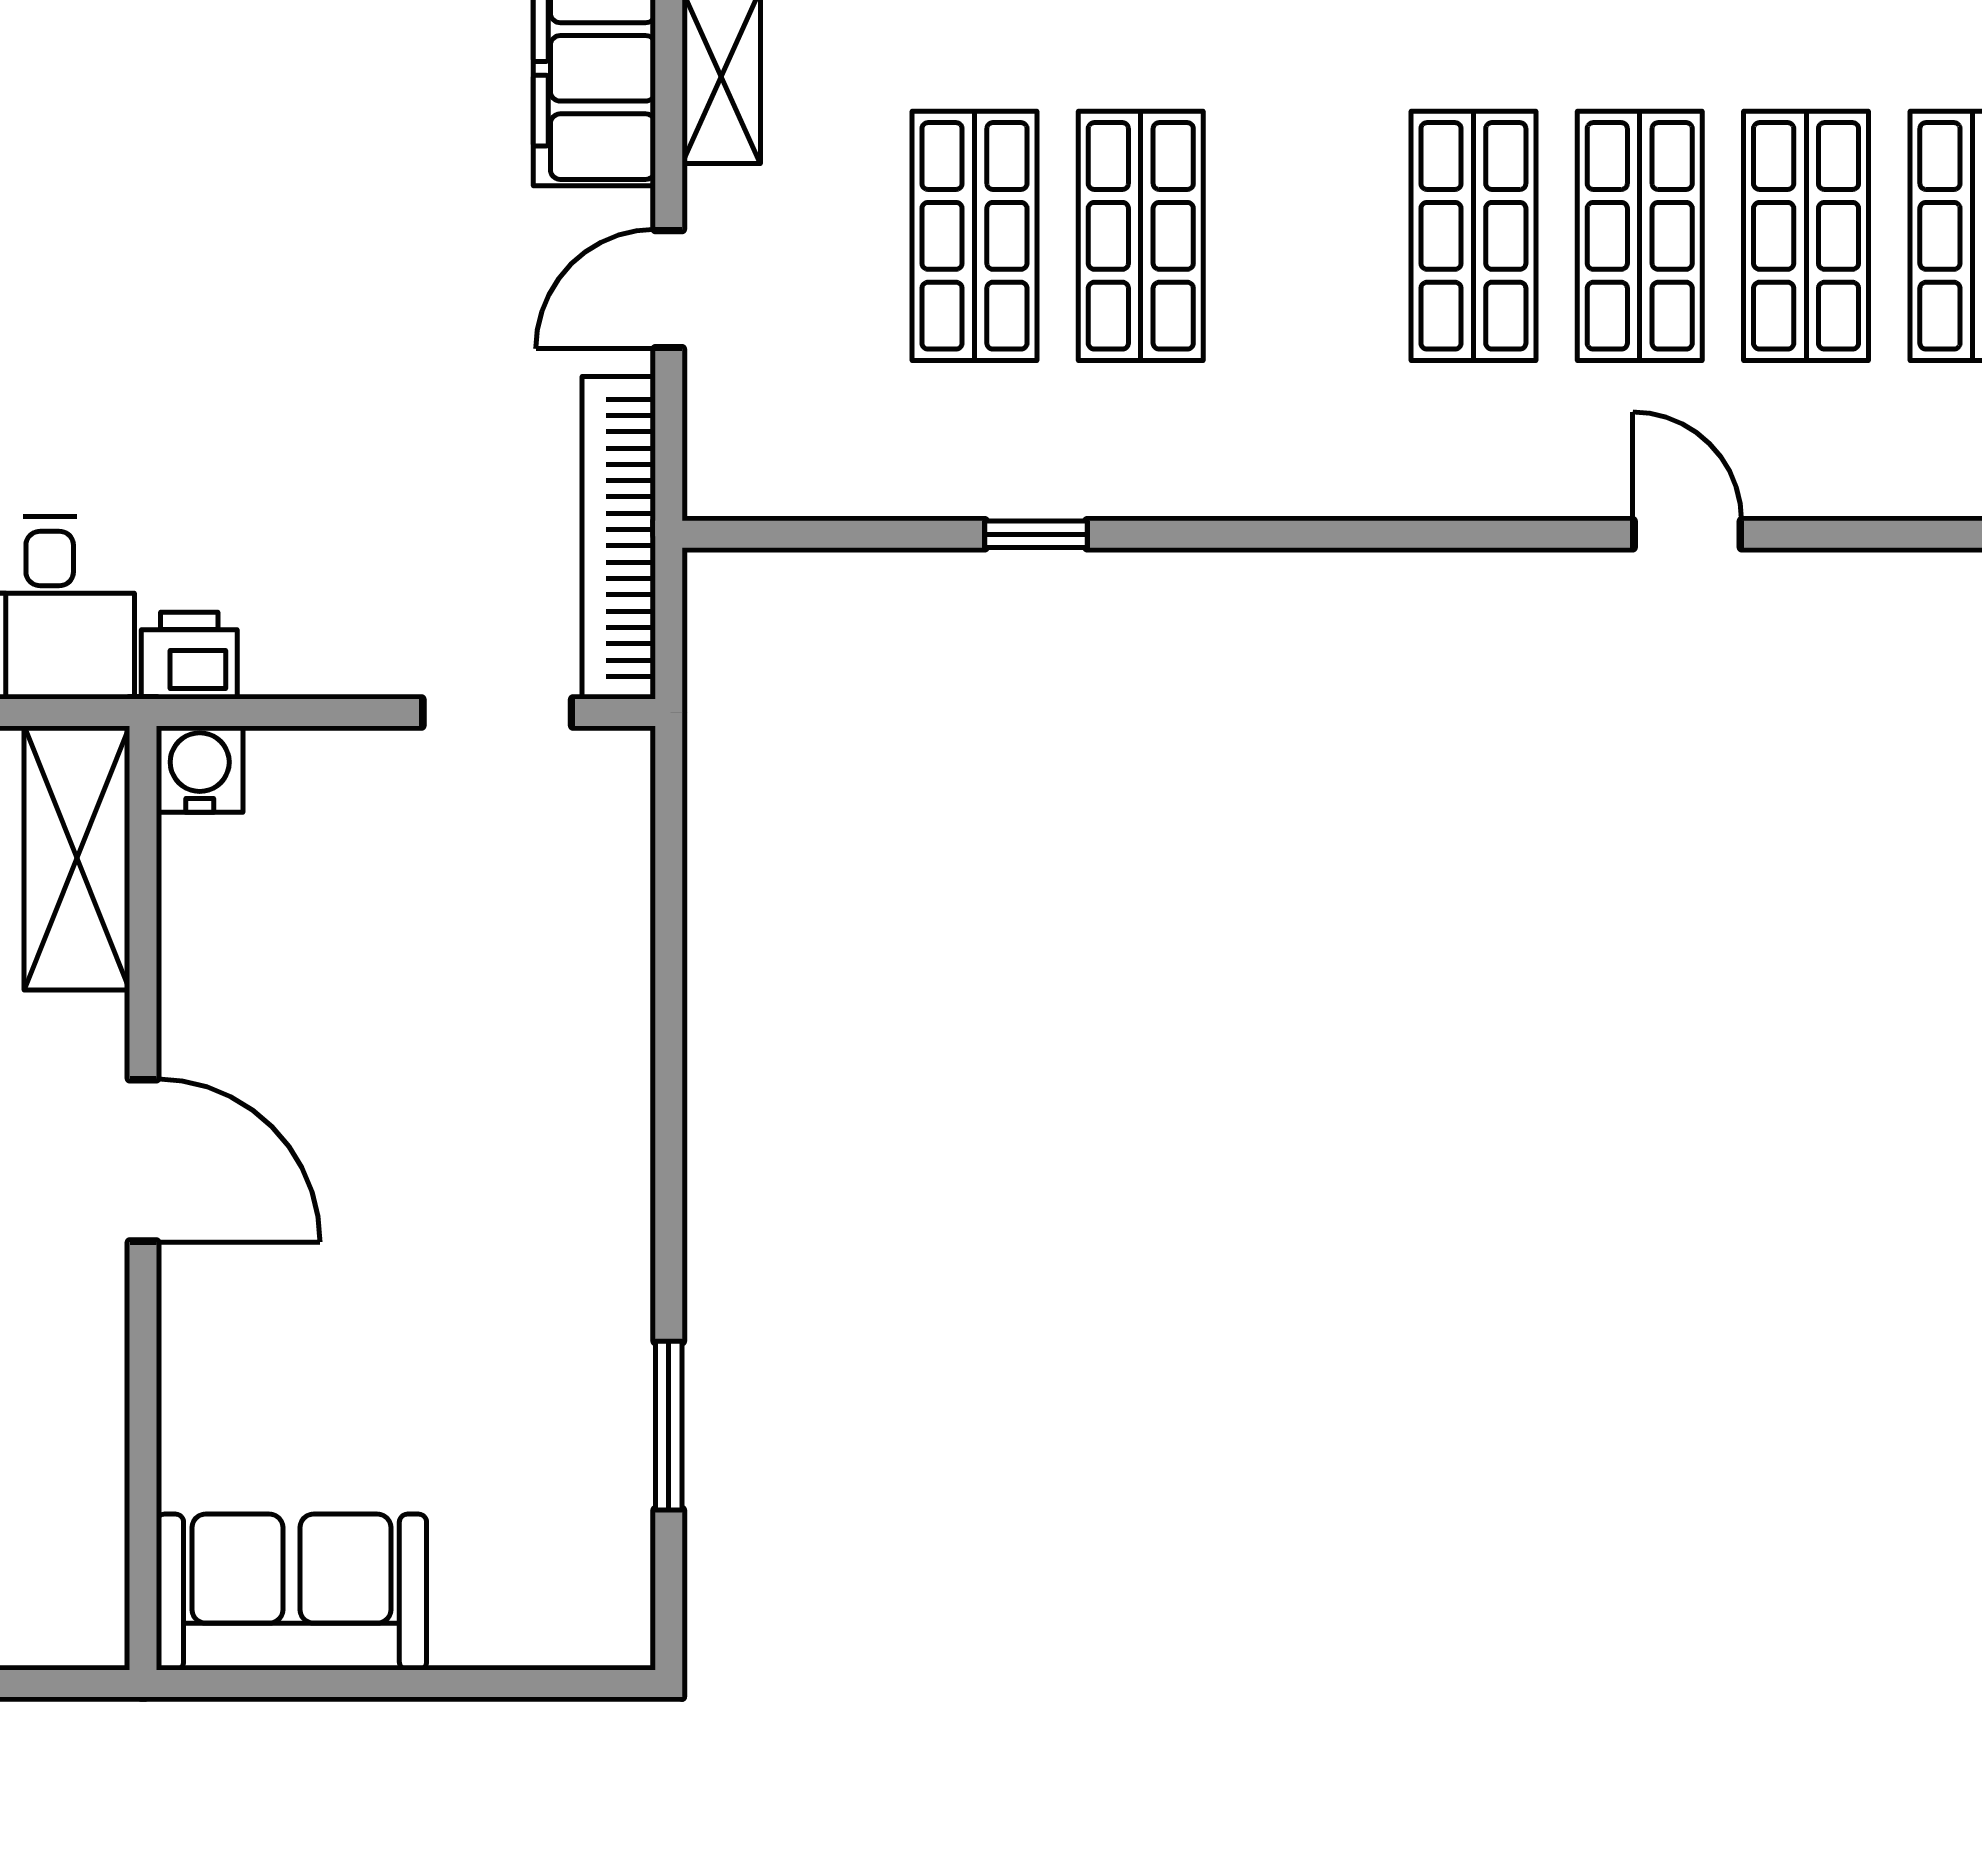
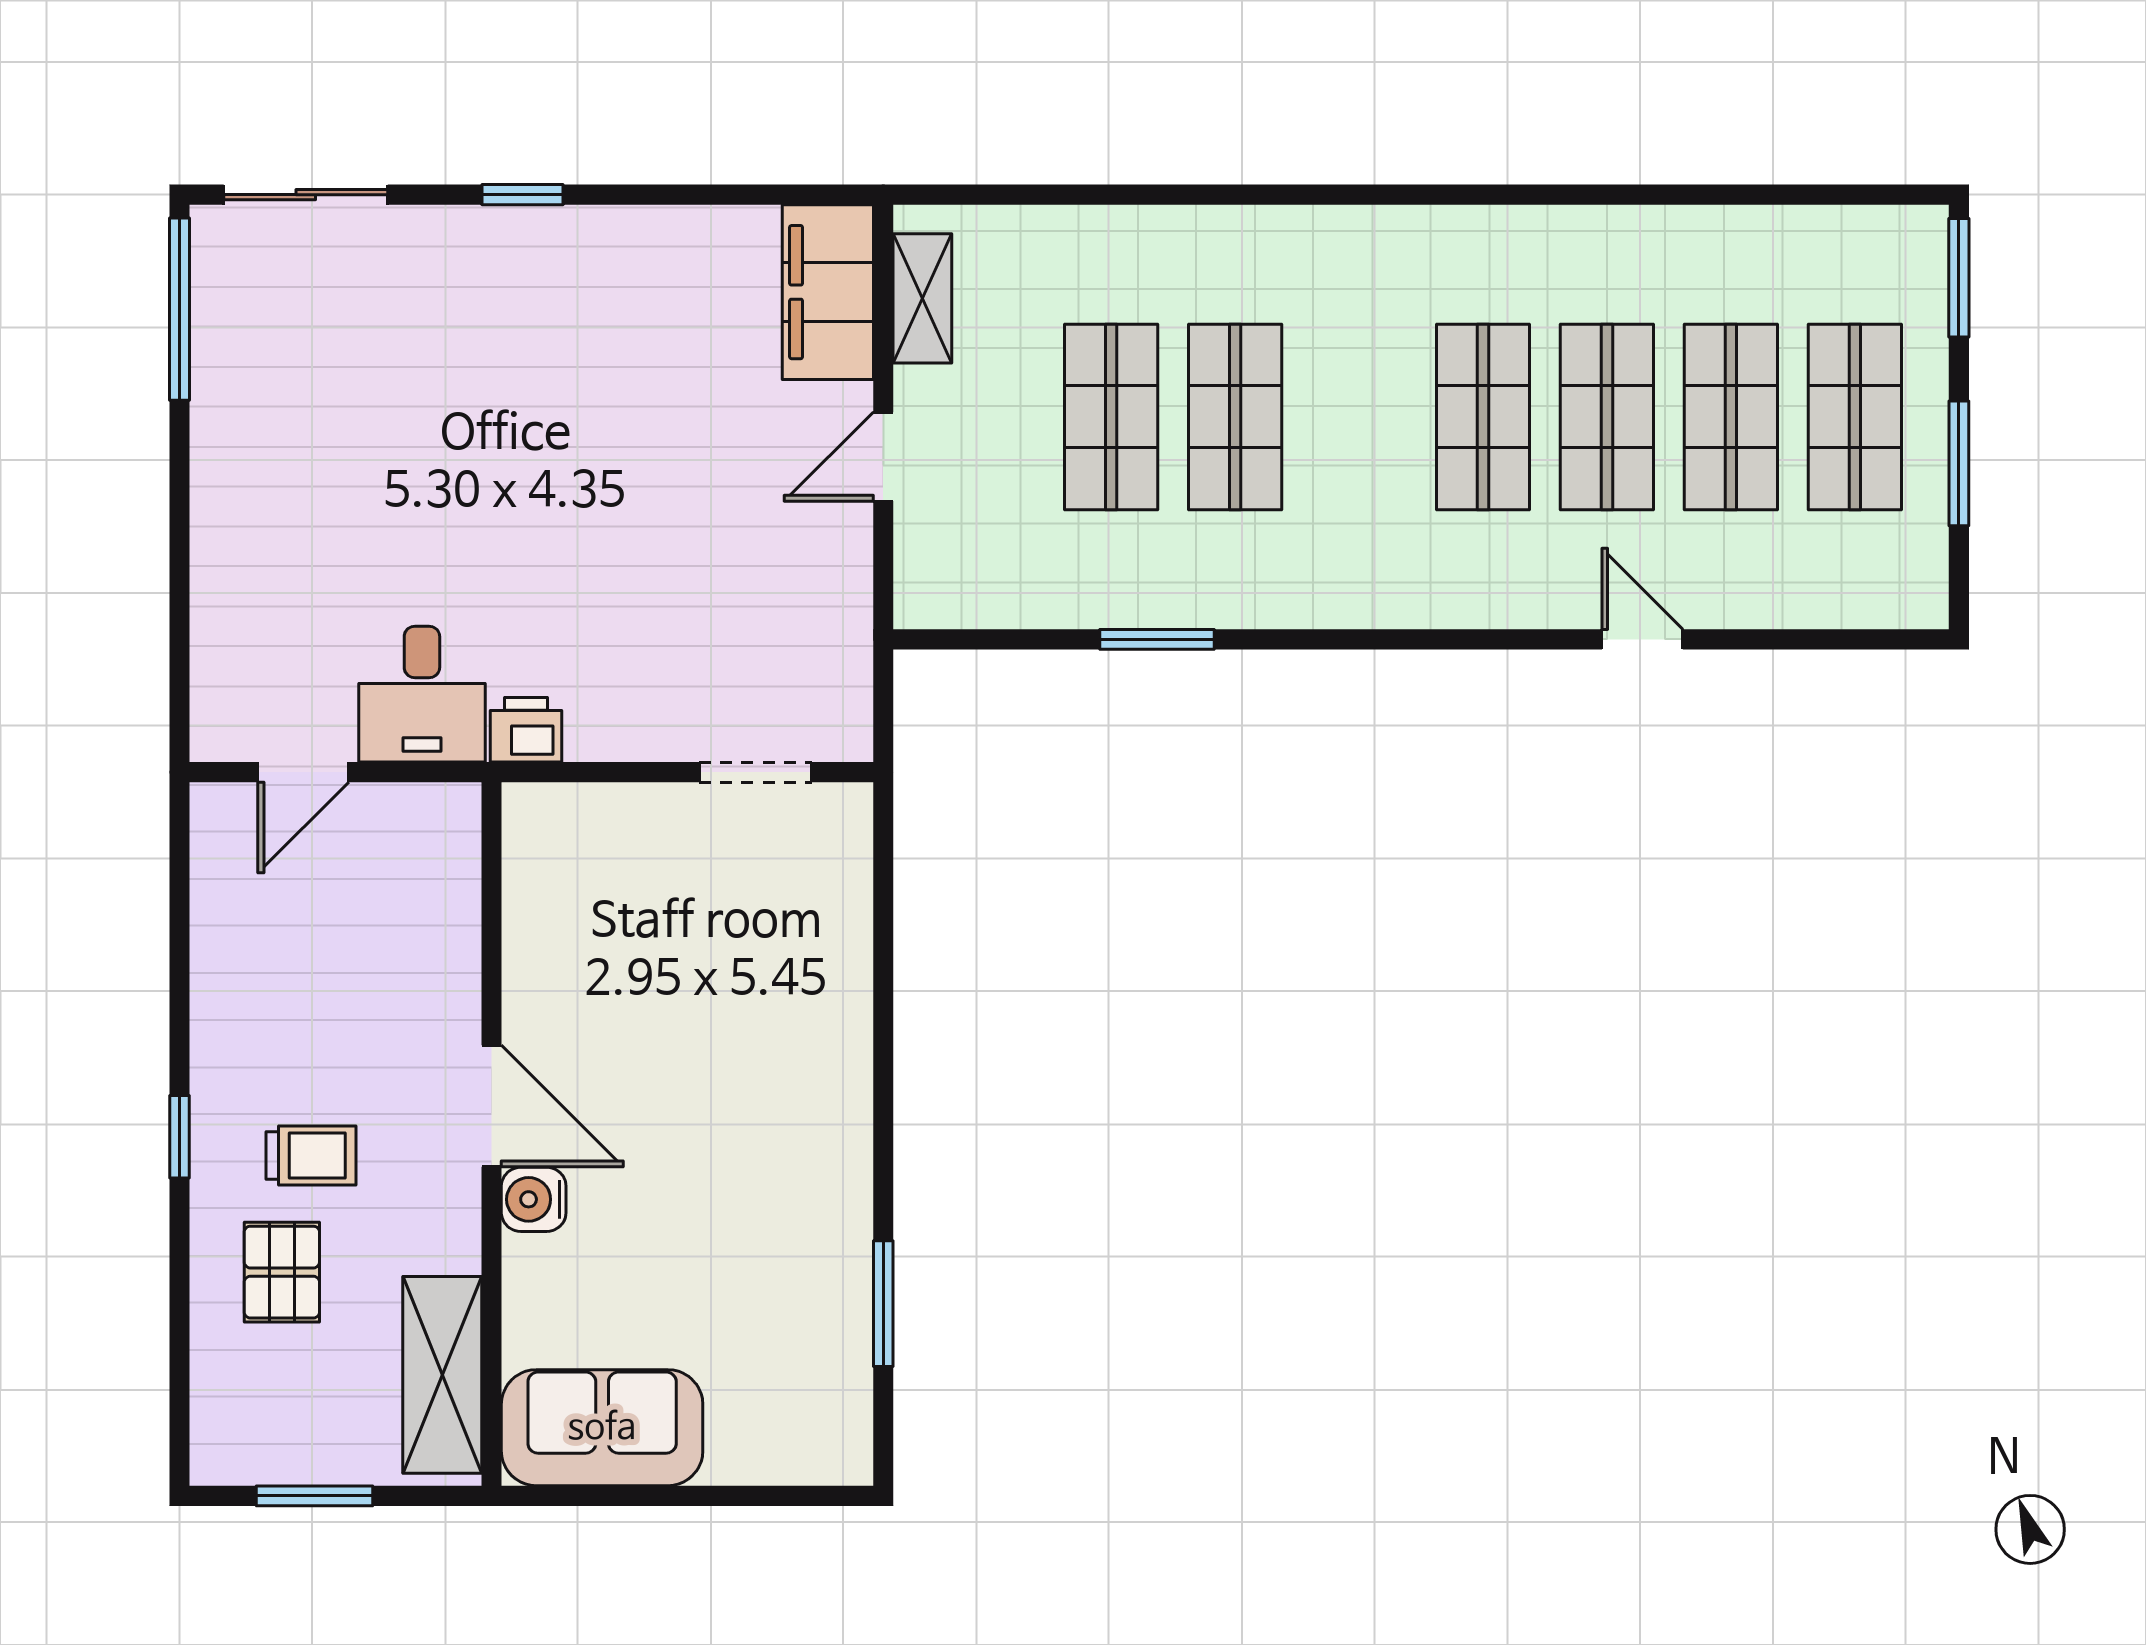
window: (1036, 534) -> (1157, 639), width x1.50
bookcase: (619, 538) -> (846, 642), removed
water cooler: (200, 769) -> (534, 1199), moved, turned -90
shelving: (77, 858) -> (442, 1375), moved

